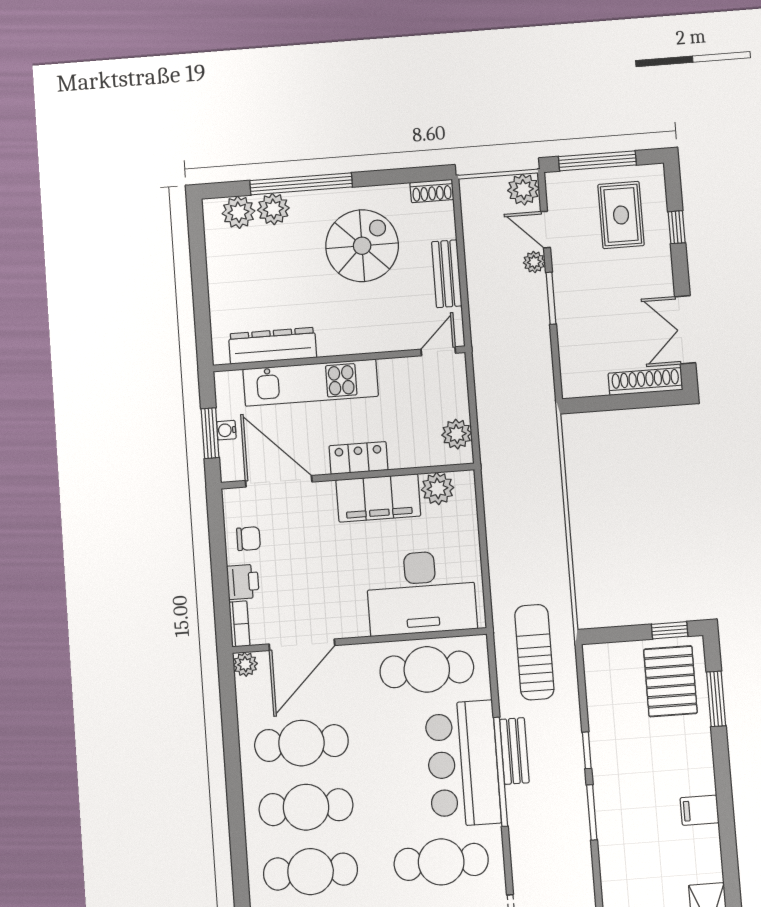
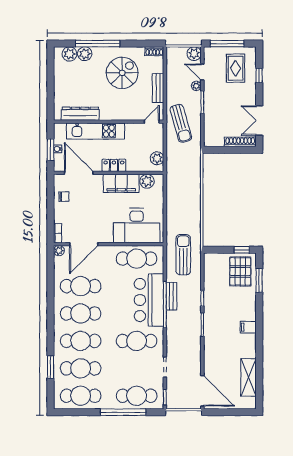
sun lounger: (505, 350) -> (181, 123), added
printer: (243, 582) -> (60, 215), removed

